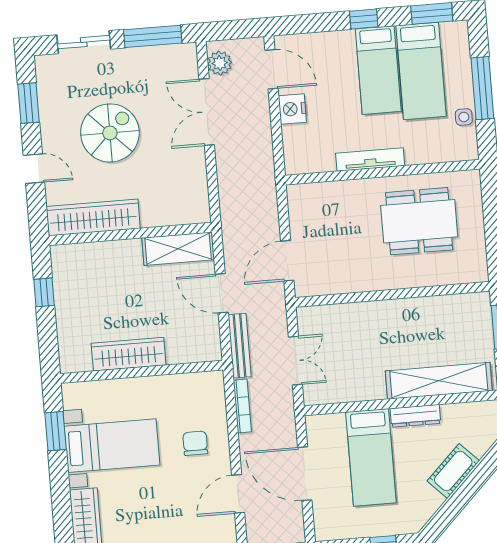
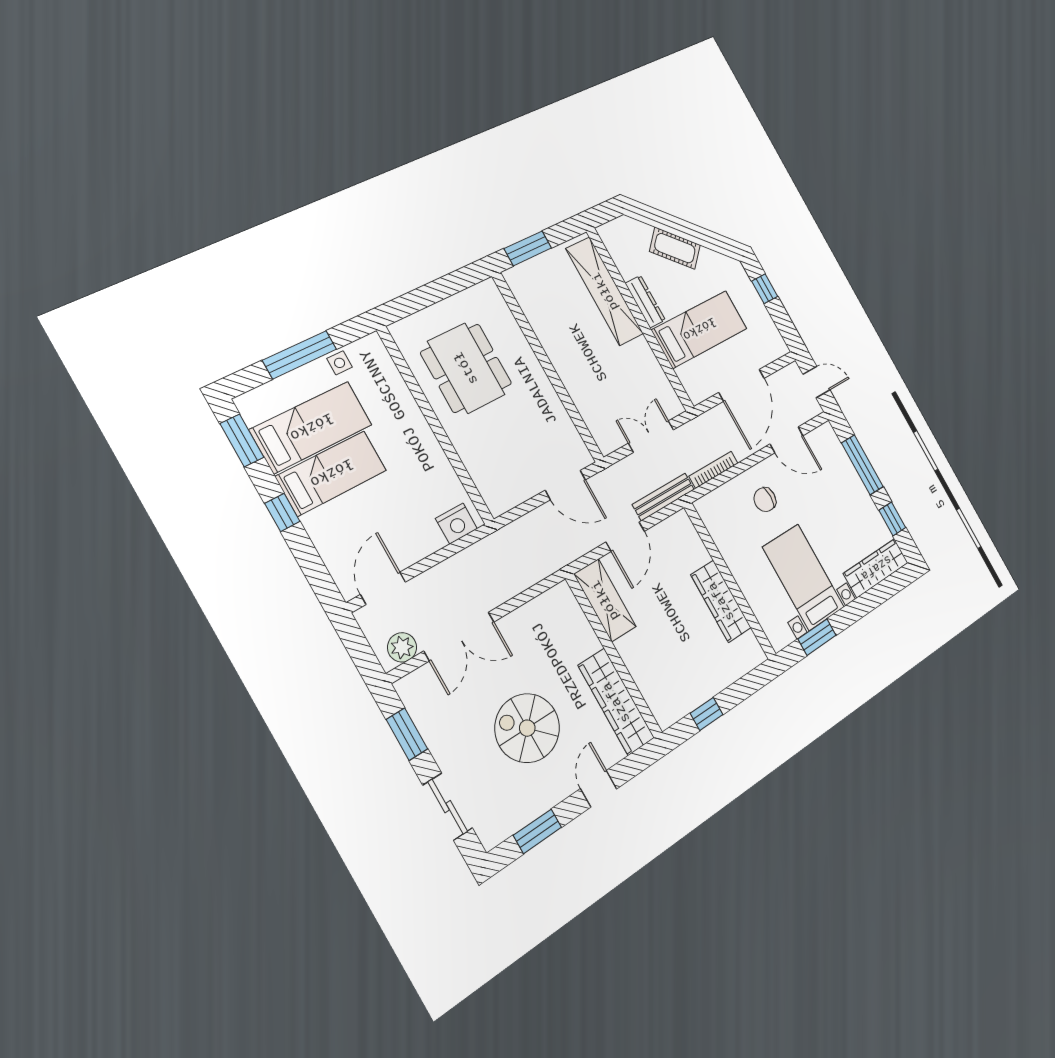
window: (153, 36) -> (407, 734), width x0.69
nightstand: (292, 109) -> (456, 524), moved
tv unit: (370, 159) -> (428, 443), removed

